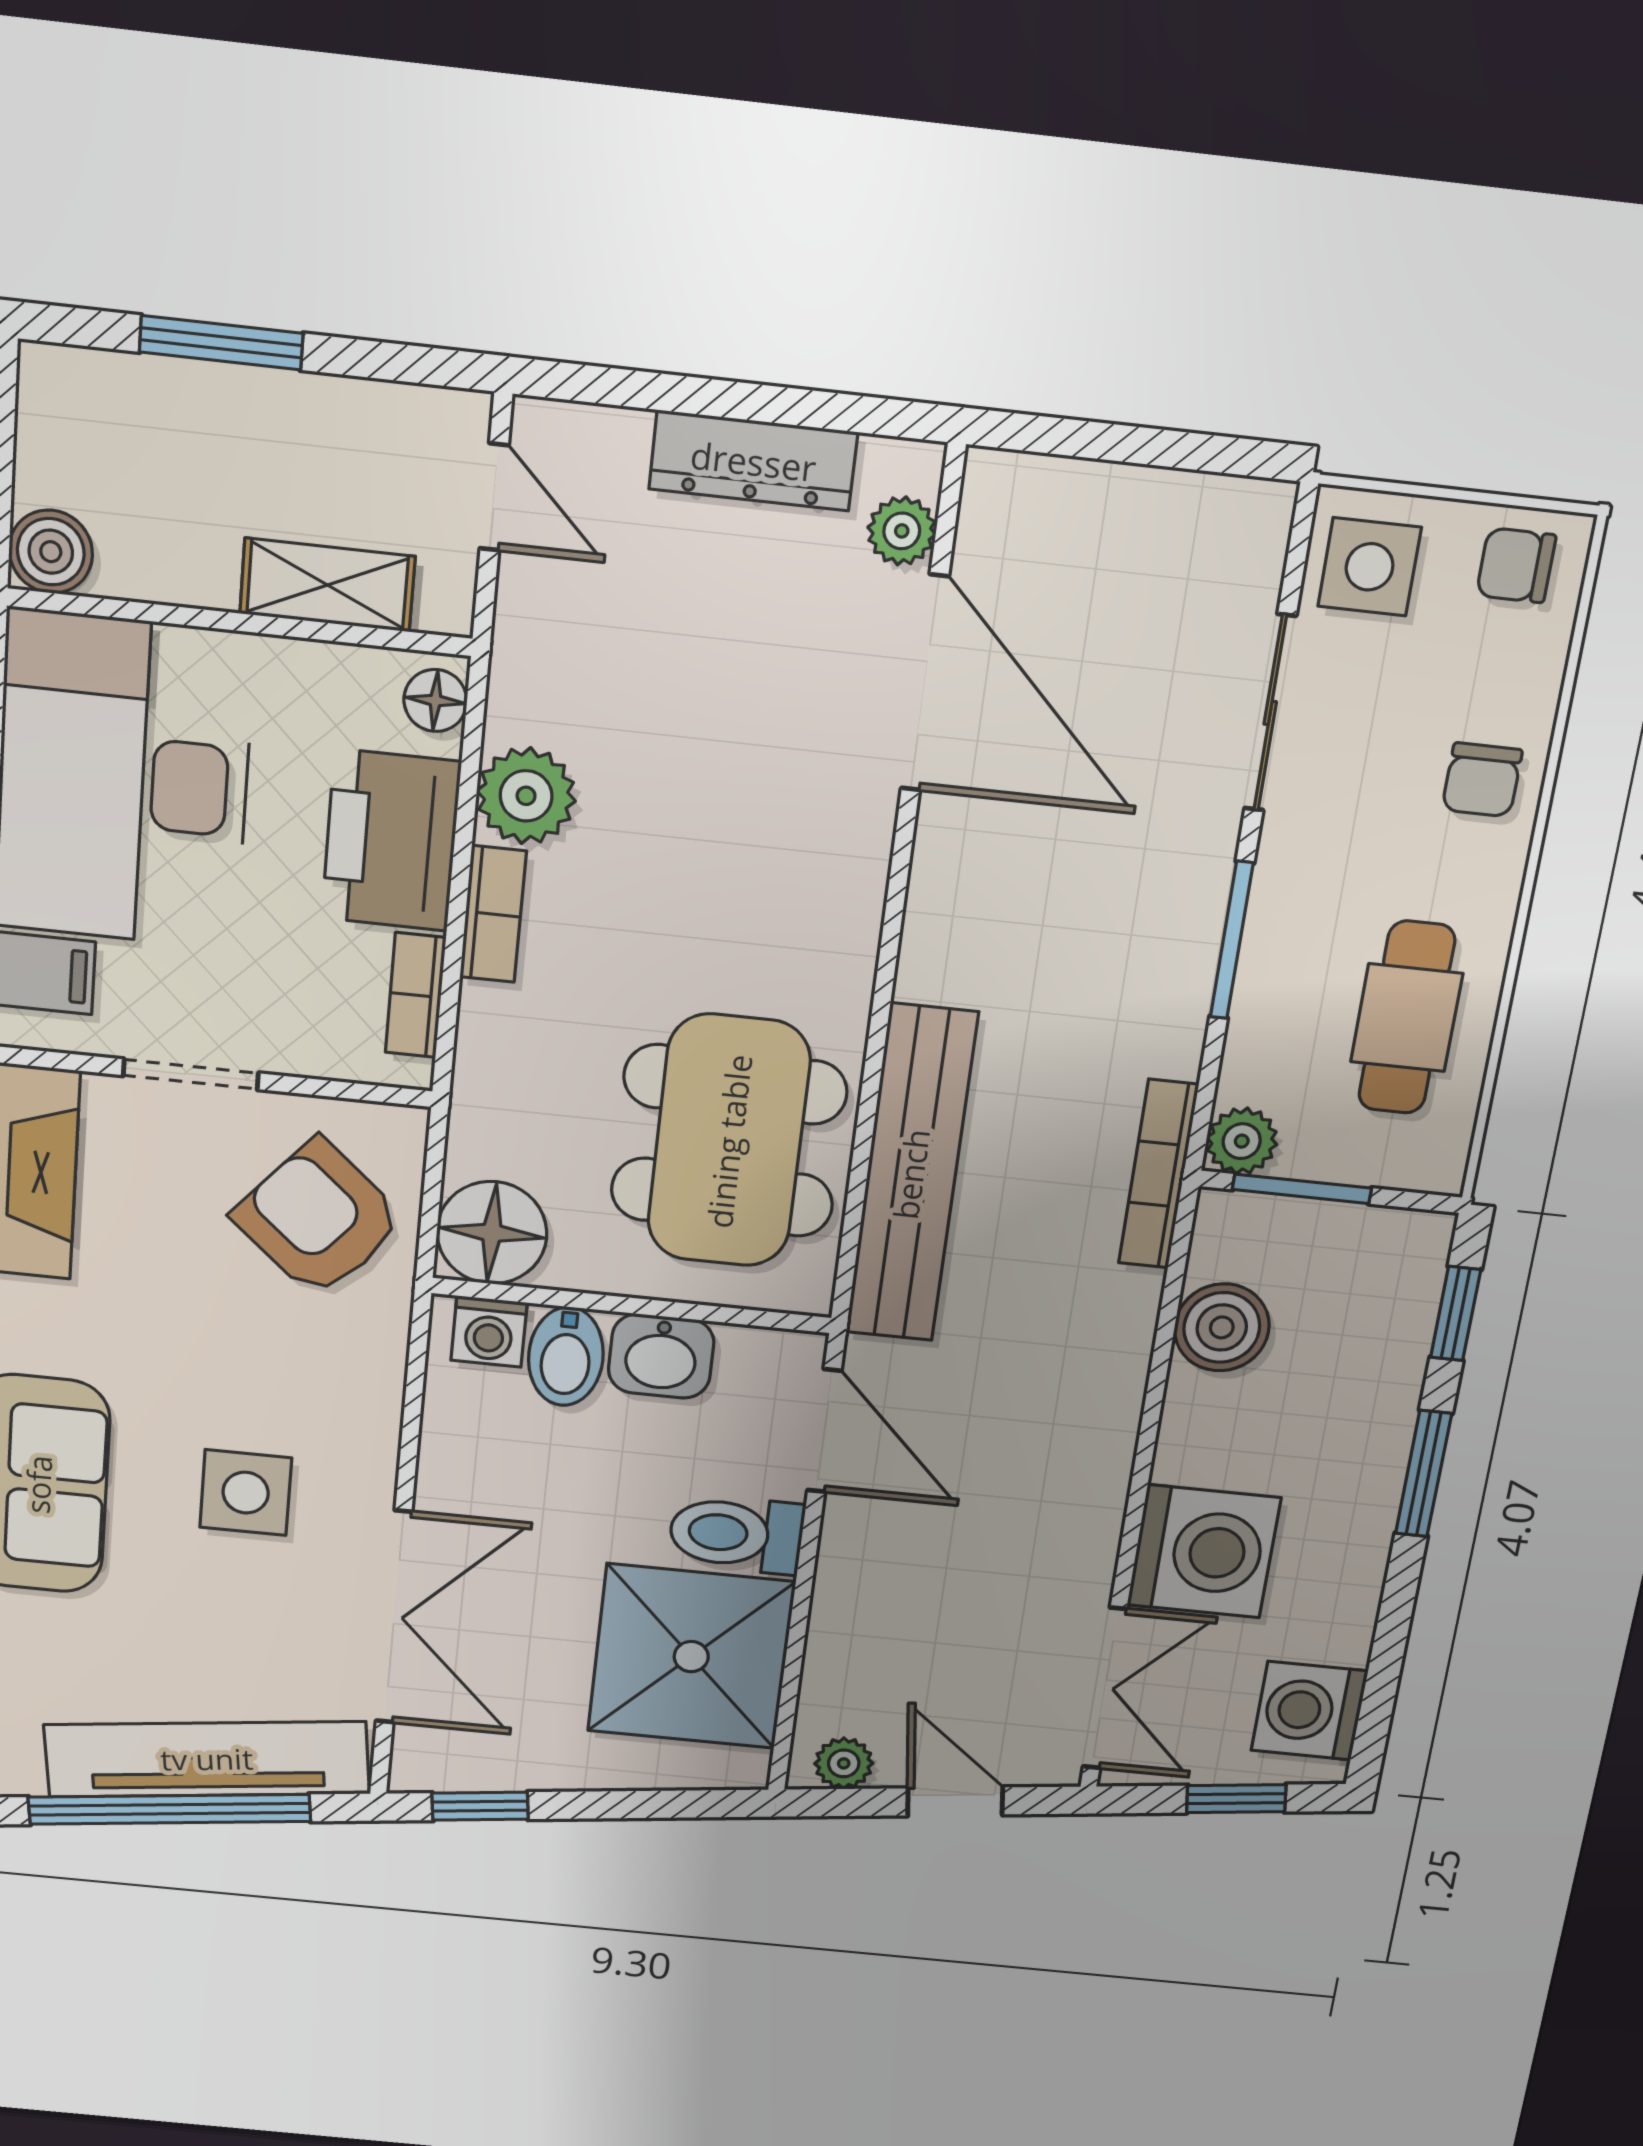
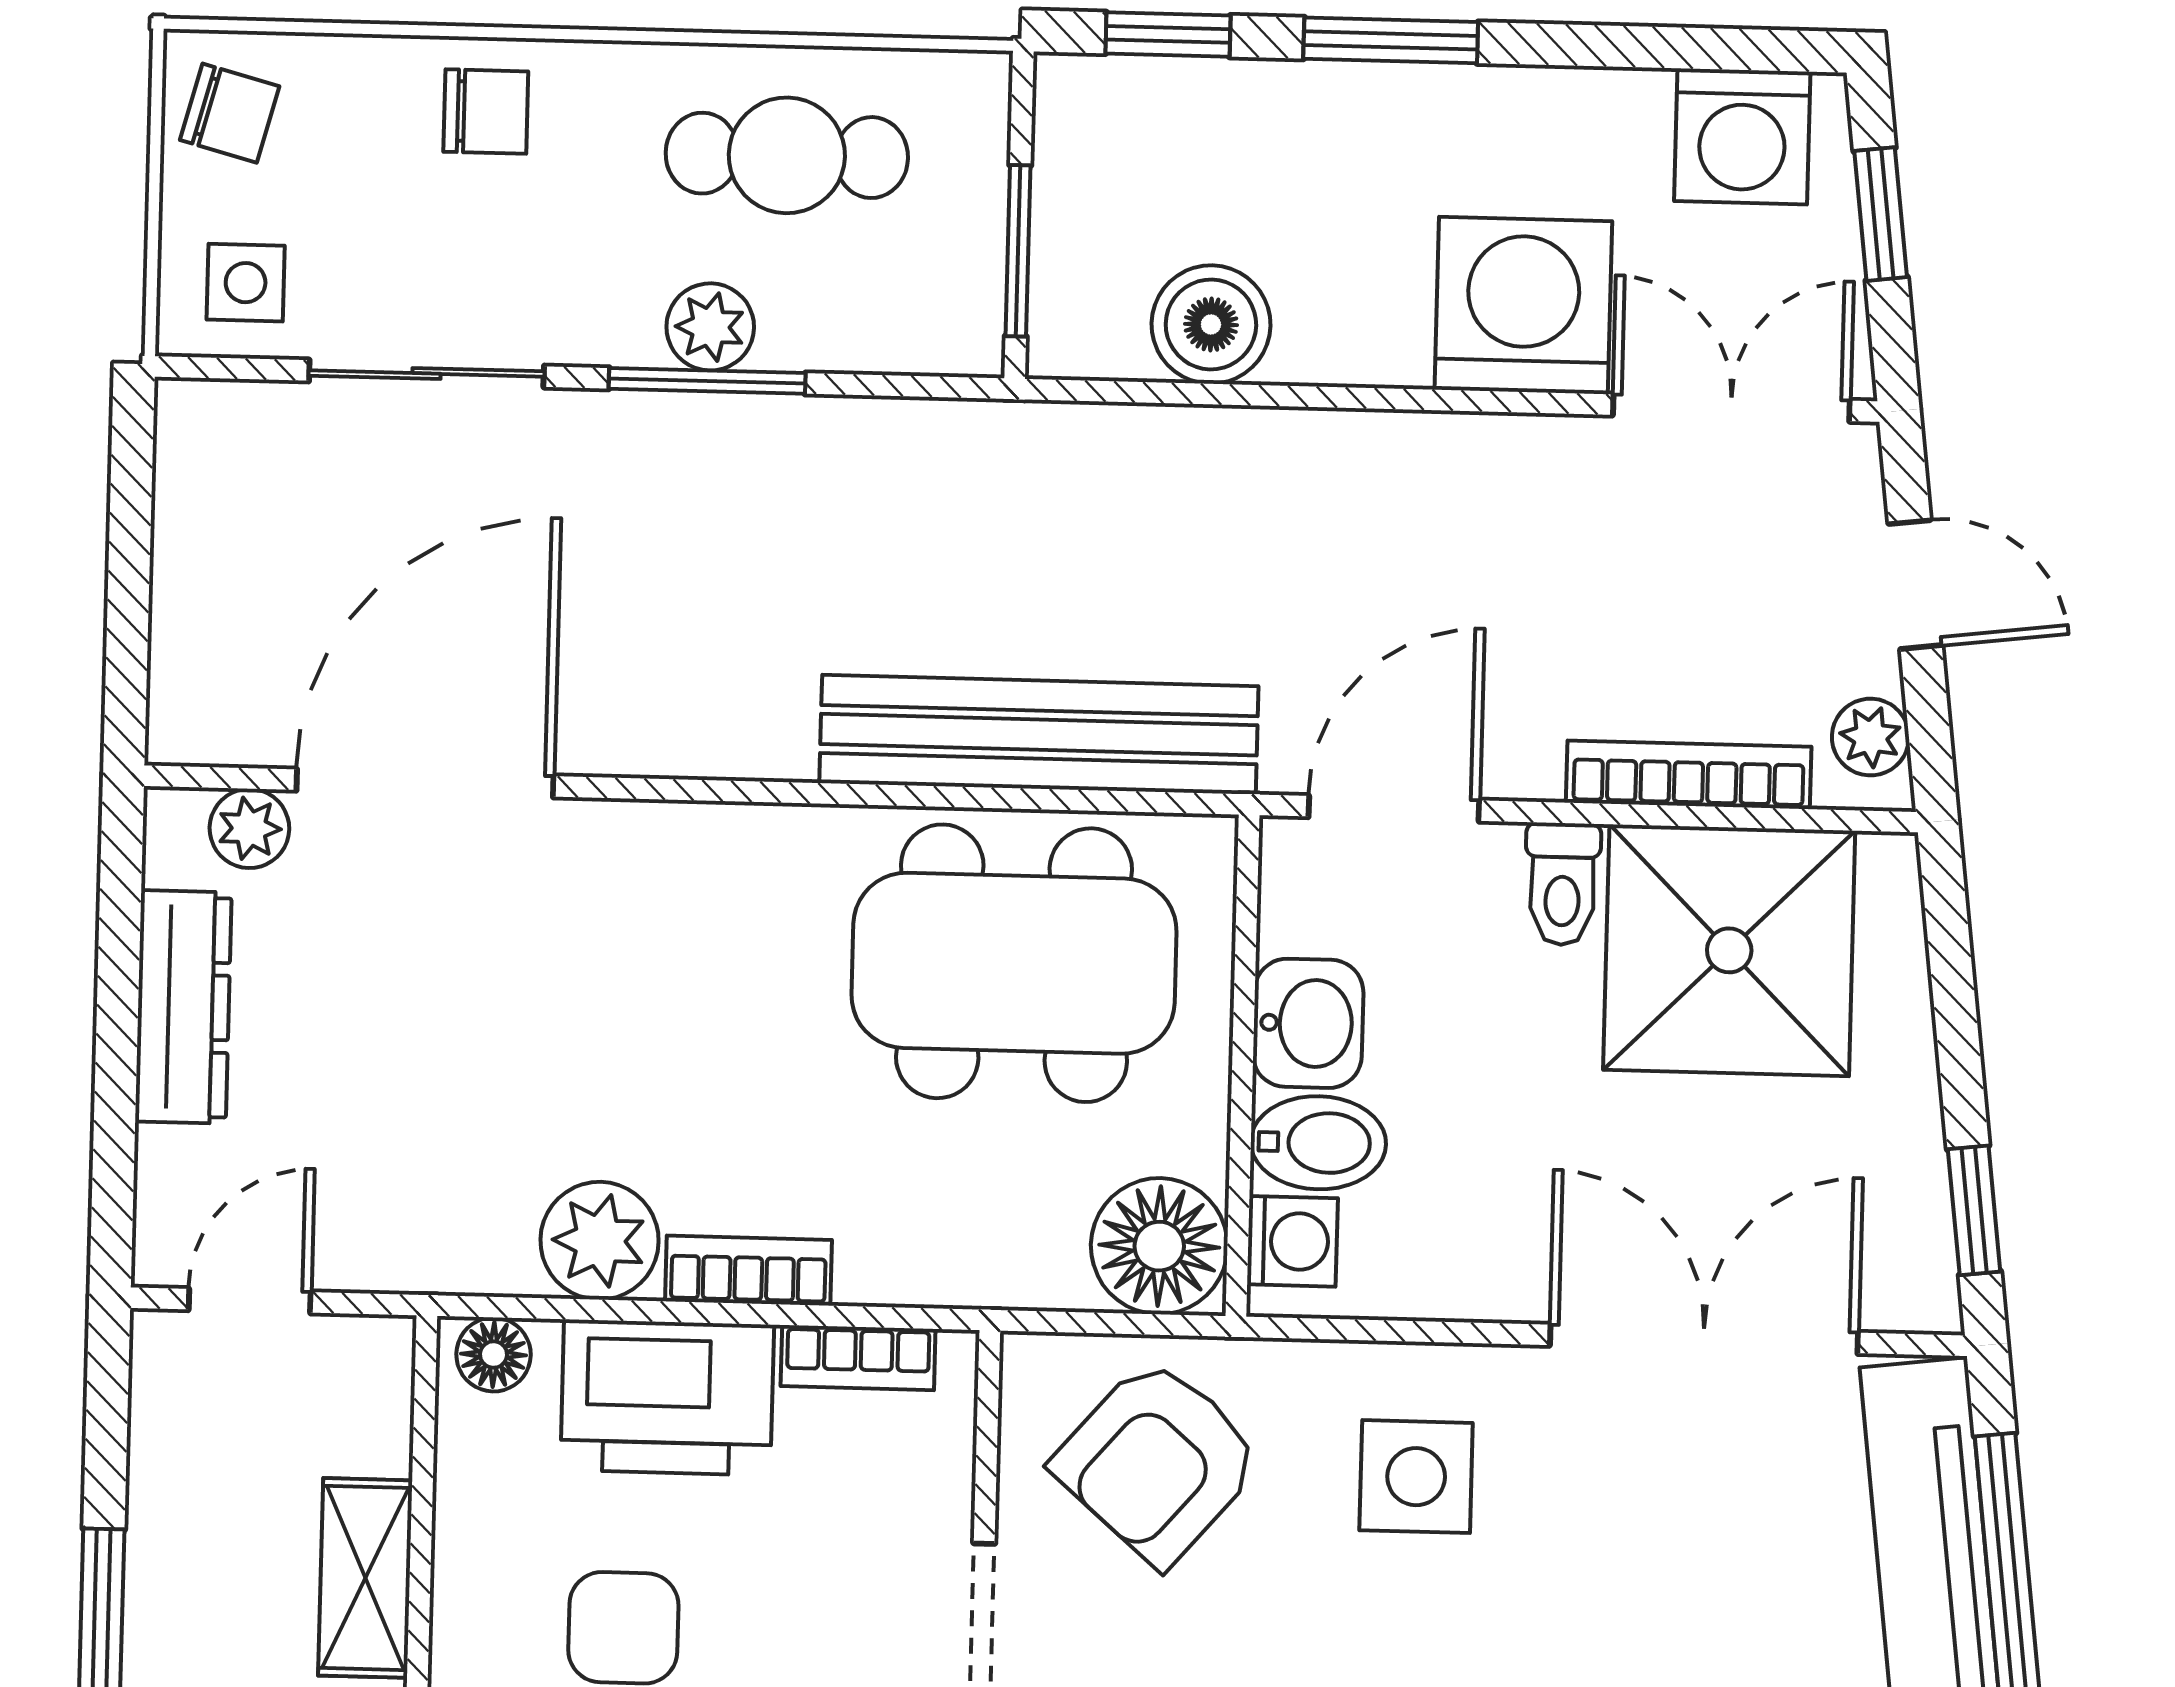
chair: (1516, 565) -> (230, 113), turned -75
side table: (1370, 567) -> (246, 283), width x0.73, depth x0.73
shelving: (327, 585) -> (365, 1578), moved
plant: (1242, 1141) -> (710, 327), moved
bookcase: (1158, 1174) -> (1689, 775), moved, turned 180
side table: (246, 1493) -> (1416, 1477), moved
toilet: (736, 1534) -> (1562, 884), width x0.73, depth x0.72
door: (955, 1801) -> (1915, 585), swing flipped

